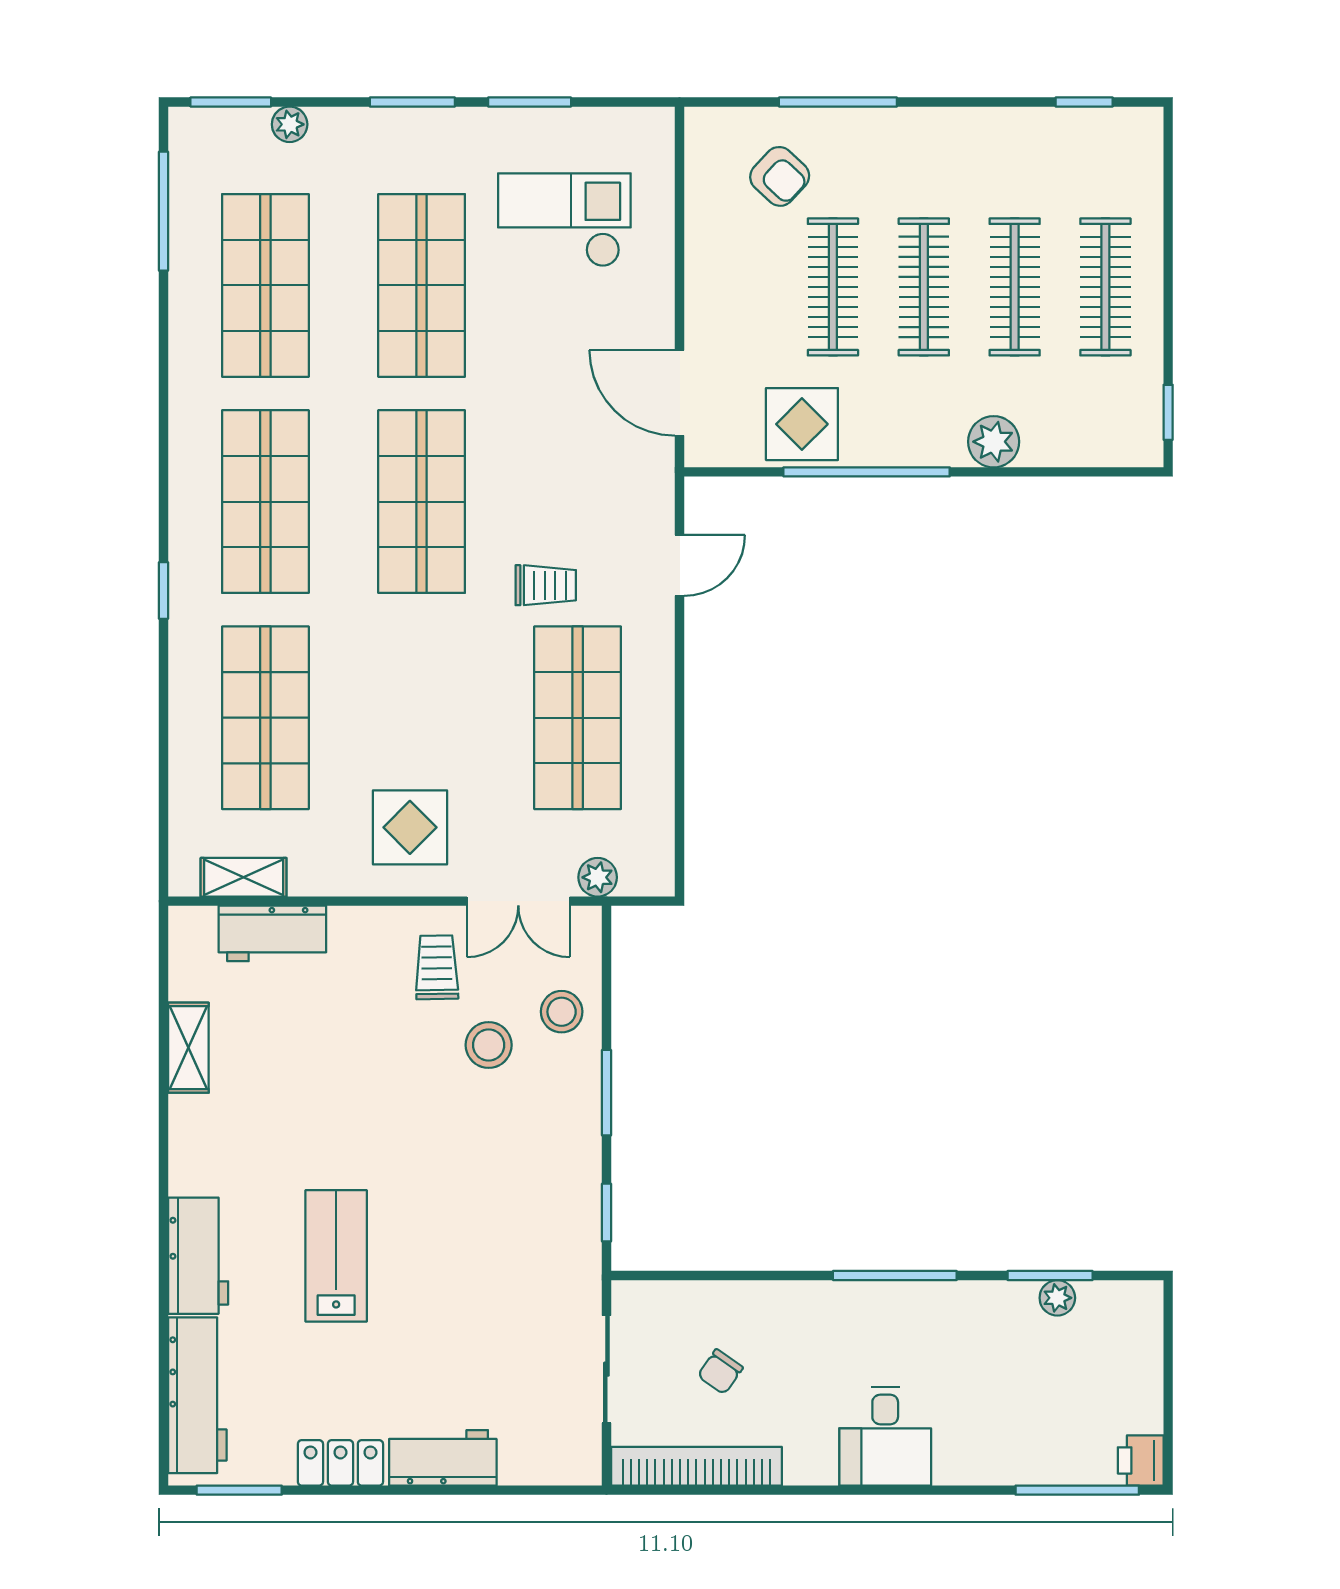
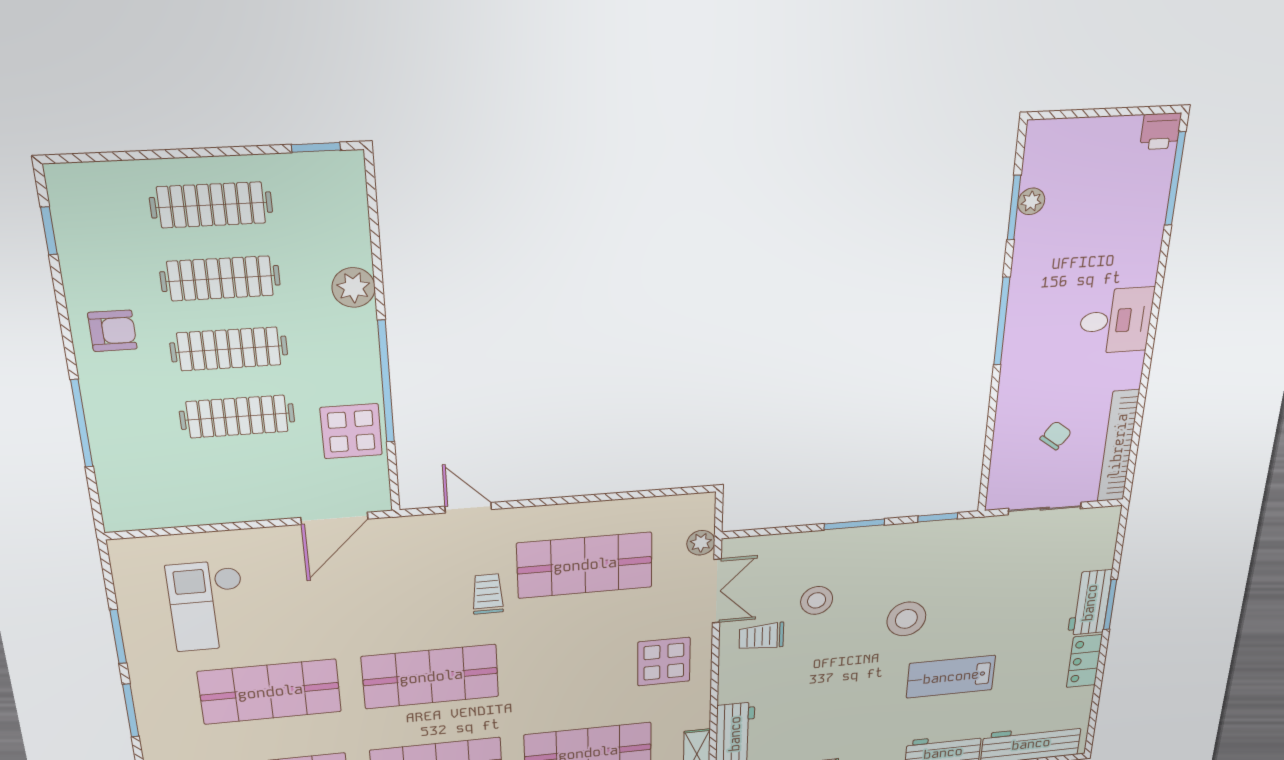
armchair: (780, 176) -> (112, 331), moved, turned 47
stool: (562, 1012) -> (906, 619), moved, width x1.38, depth x1.38
chair: (720, 1372) -> (1056, 435), turned -88
window: (239, 1490) -> (1110, 605), moved

